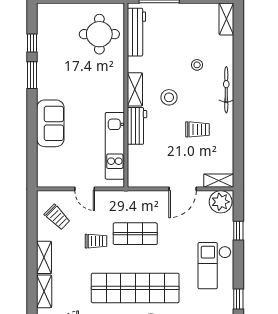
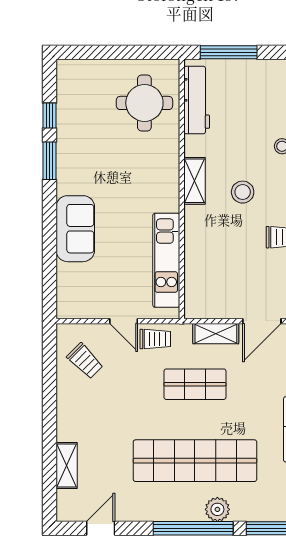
workbench: (137, 126) -> (197, 232), removed
trolley: (96, 241) -> (155, 339), moved
shelving: (44, 257) -> (216, 334), moved, turned 90

